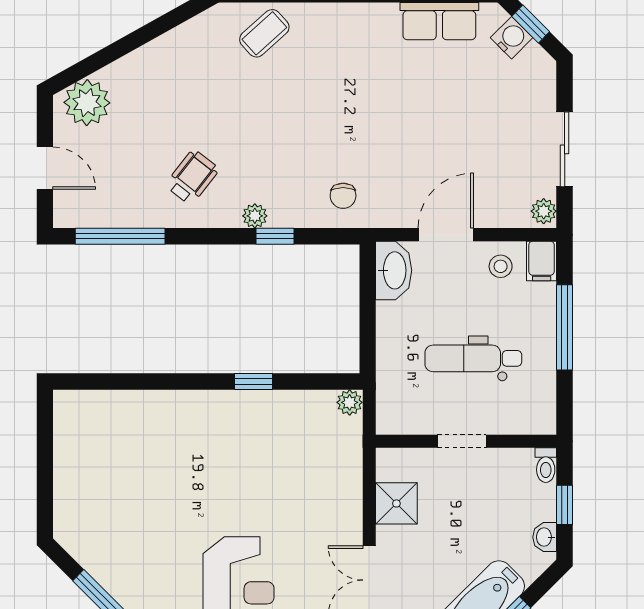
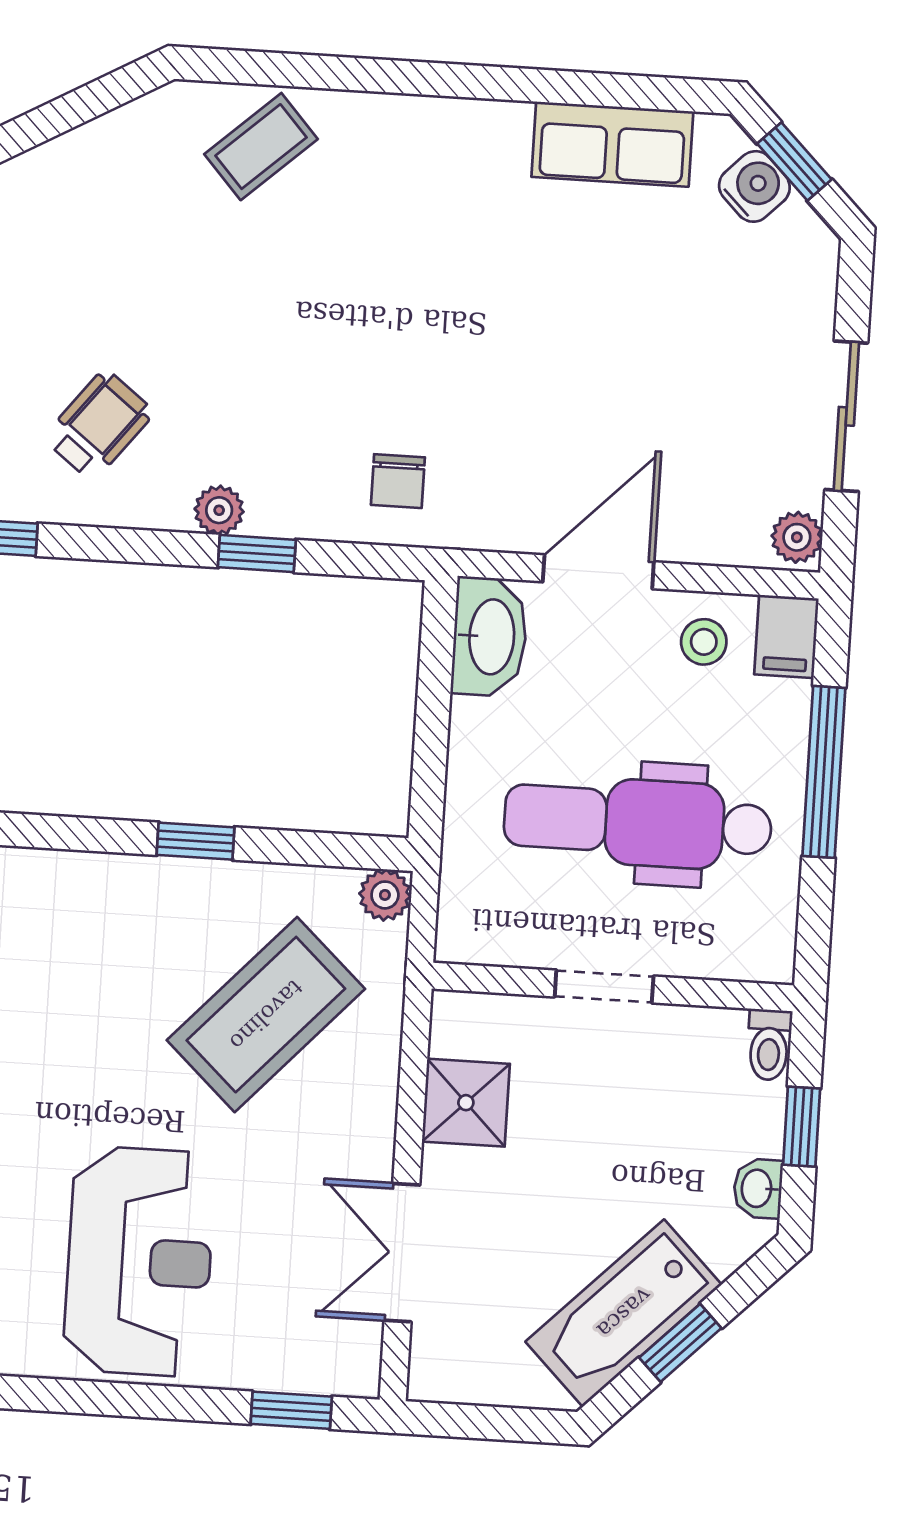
dental chair: (473, 358) -> (638, 822), width x1.36, depth x1.38
coffee table: (294, 466) -> (266, 1015), added

